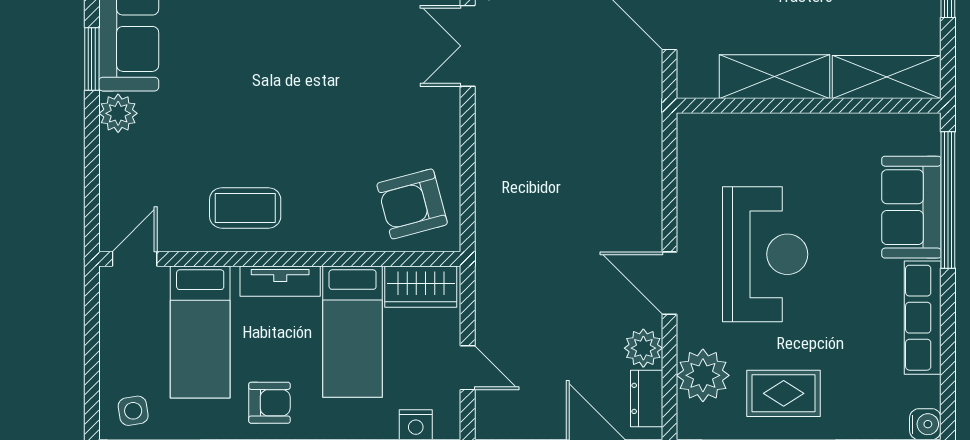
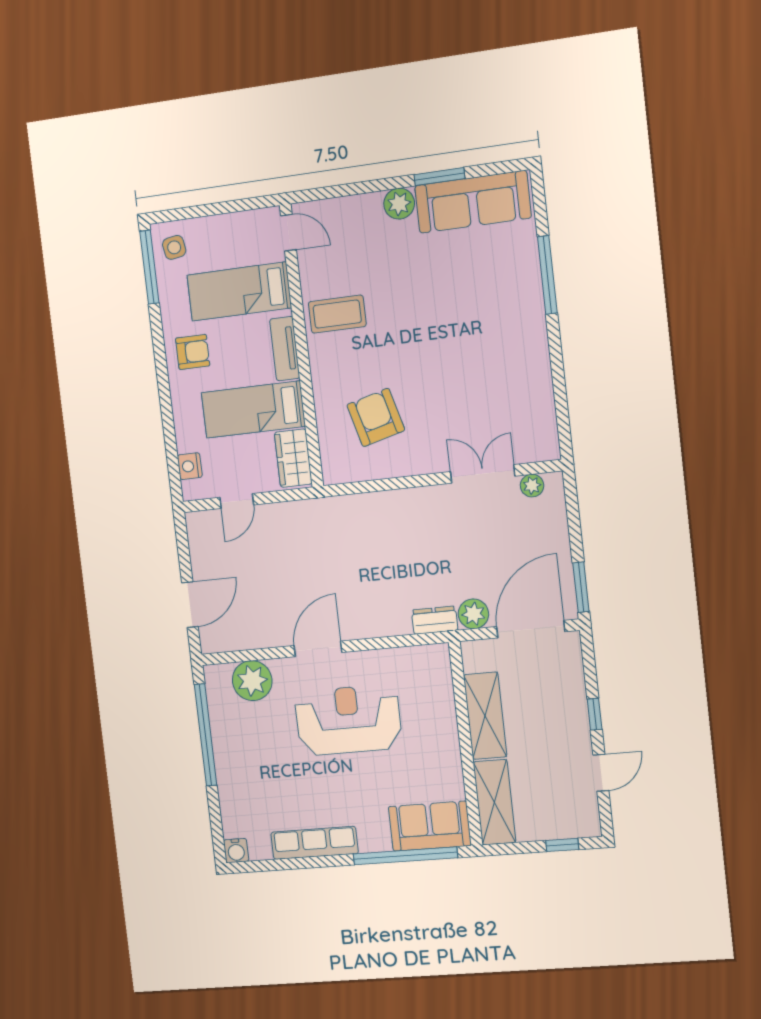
armchair: (412, 204) -> (376, 417), moved
sofa: (911, 207) -> (430, 826), moved
coffee table: (245, 208) -> (337, 314), turned 90
reception desk: (765, 254) -> (348, 720), turned 180
plant: (643, 348) -> (473, 614), moved
rug: (784, 393) -> (246, 743), removed
dresser: (647, 398) -> (435, 620), moved
armchair: (269, 403) -> (193, 352), turned -90

